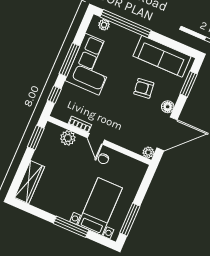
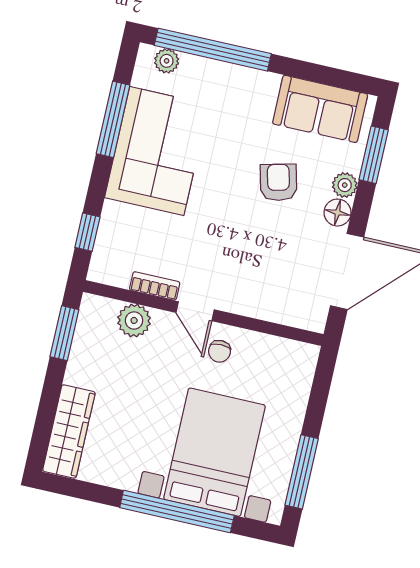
sofa: (162, 56) -> (320, 109), width x0.73
window: (70, 60) -> (113, 119), moved
armchair: (144, 88) -> (278, 182), turned 83
plant: (148, 152) -> (345, 185), moved
bed with nightstands: (100, 207) -> (214, 452), width x1.36
window: (71, 227) -> (177, 512), width x1.46

